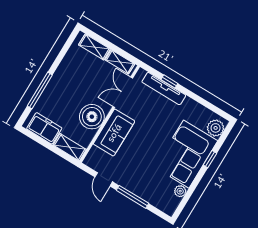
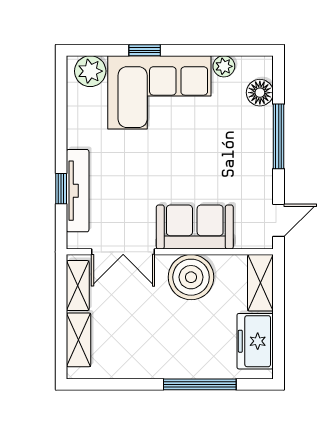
door: (104, 179) -> (279, 220), moved
floor lamp: (158, 200) -> (260, 93), added

